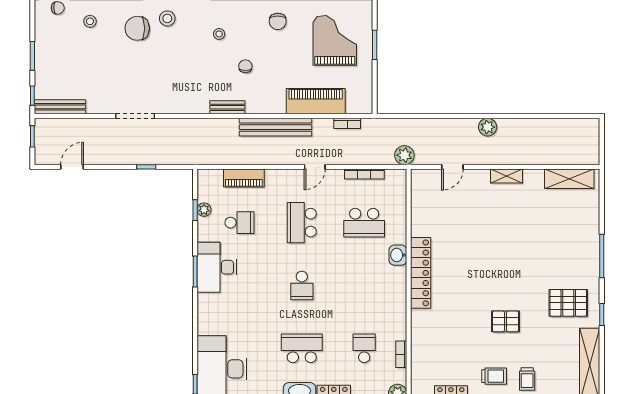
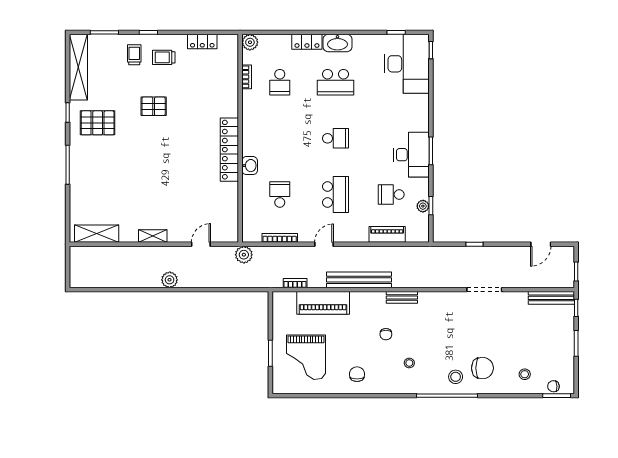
school desk: (364, 223) -> (280, 194), width x0.54
school desk: (302, 285) -> (335, 138), turned 90

